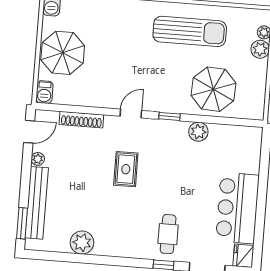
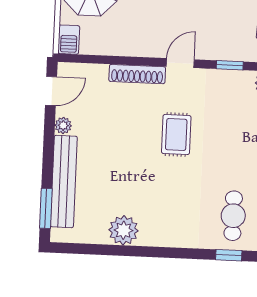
shoe rack: (81, 120) -> (137, 74), moved

